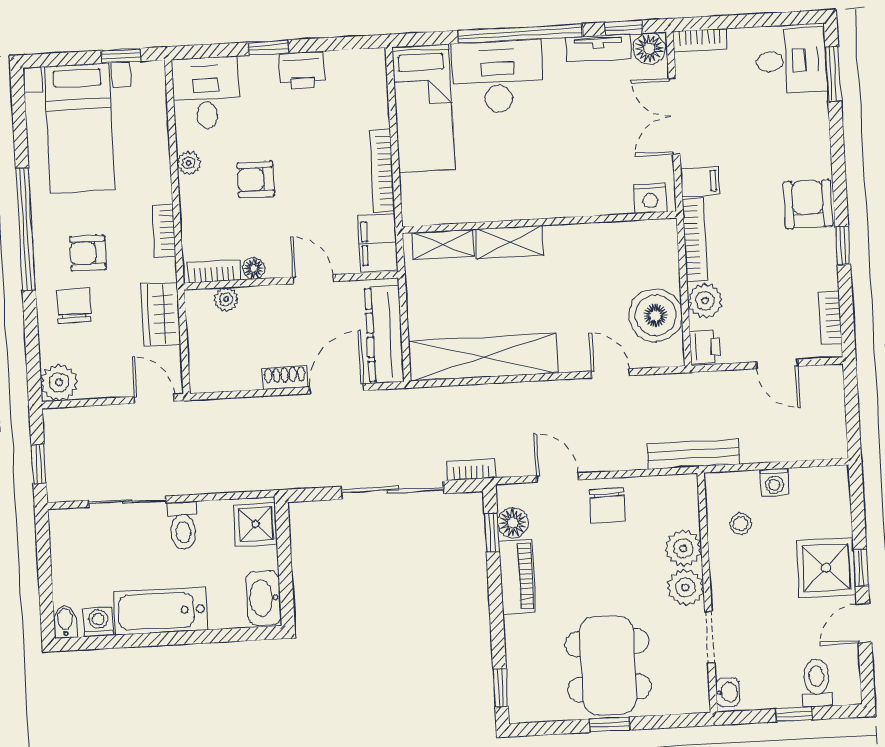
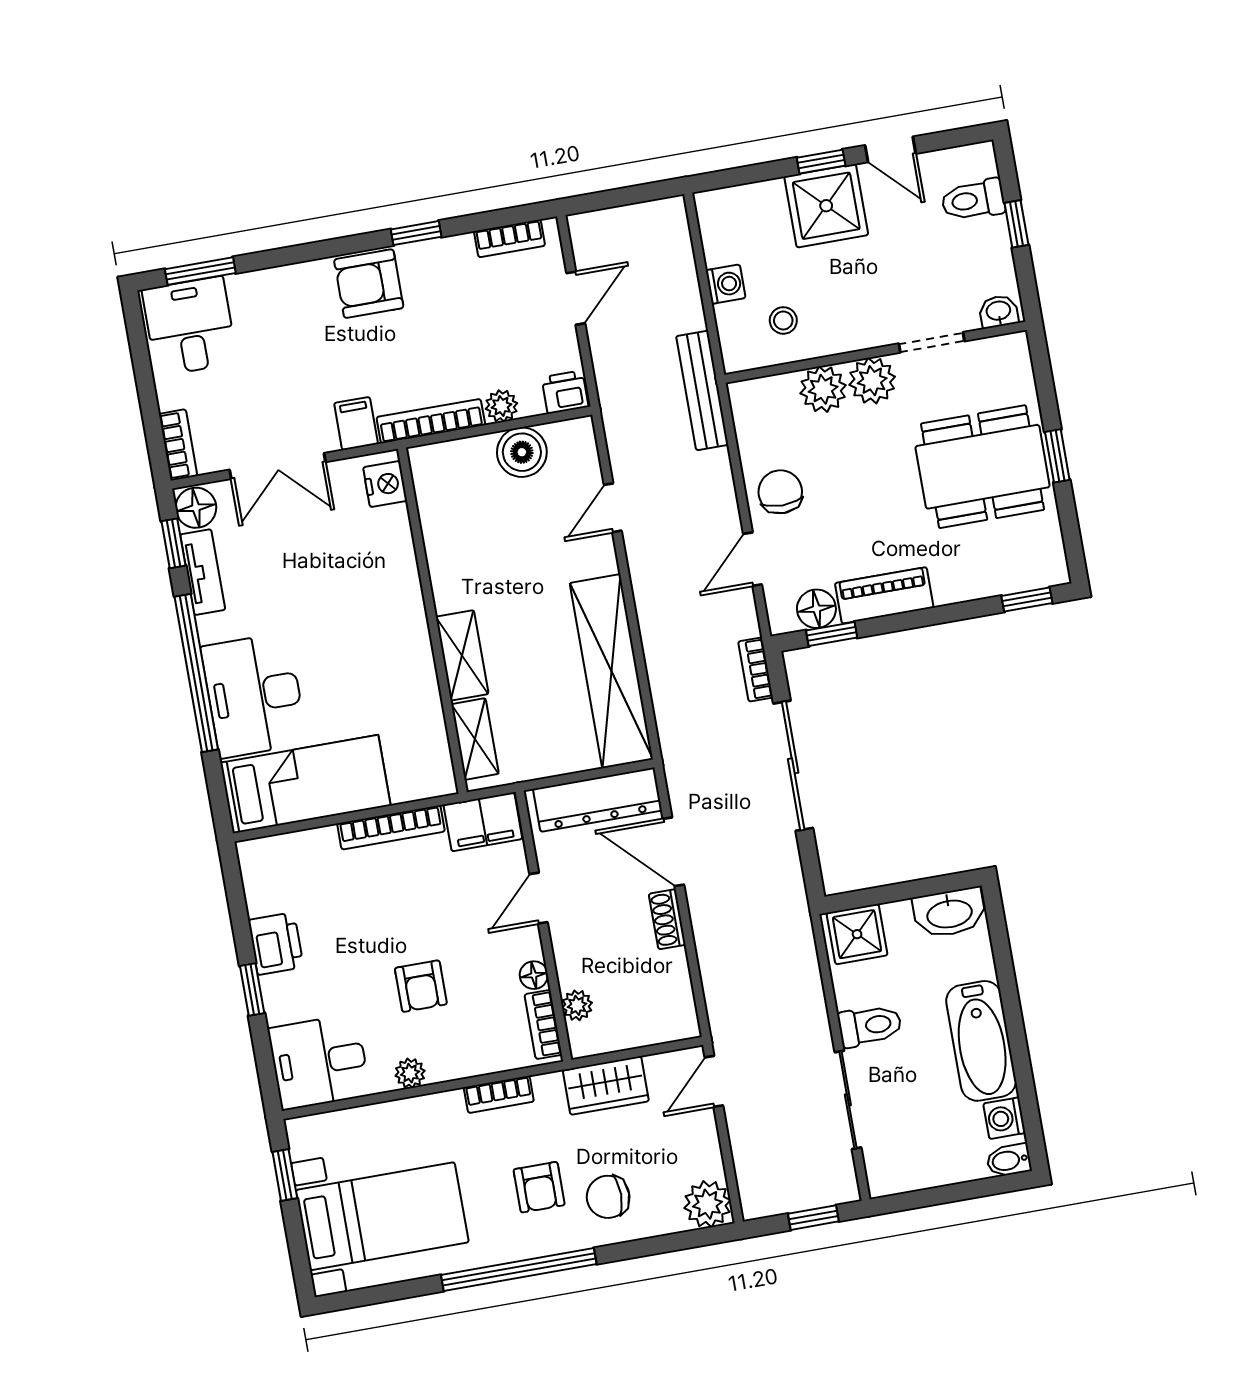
plant: (705, 301) -> (501, 406), width x0.73, depth x0.73
boiler: (656, 315) -> (522, 452), width x0.73, depth x0.73
chair: (607, 505) -> (780, 492), turned -90

